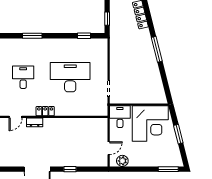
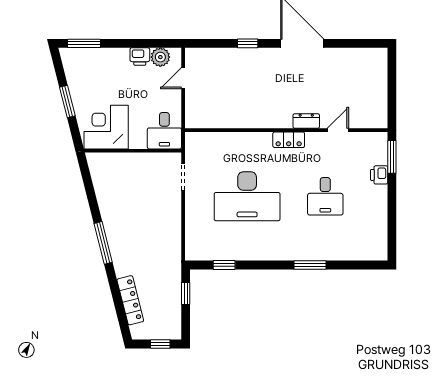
corner desk: (150, 124) -> (106, 127), width x0.74, depth x0.74
printer: (135, 161) -> (140, 56), added

